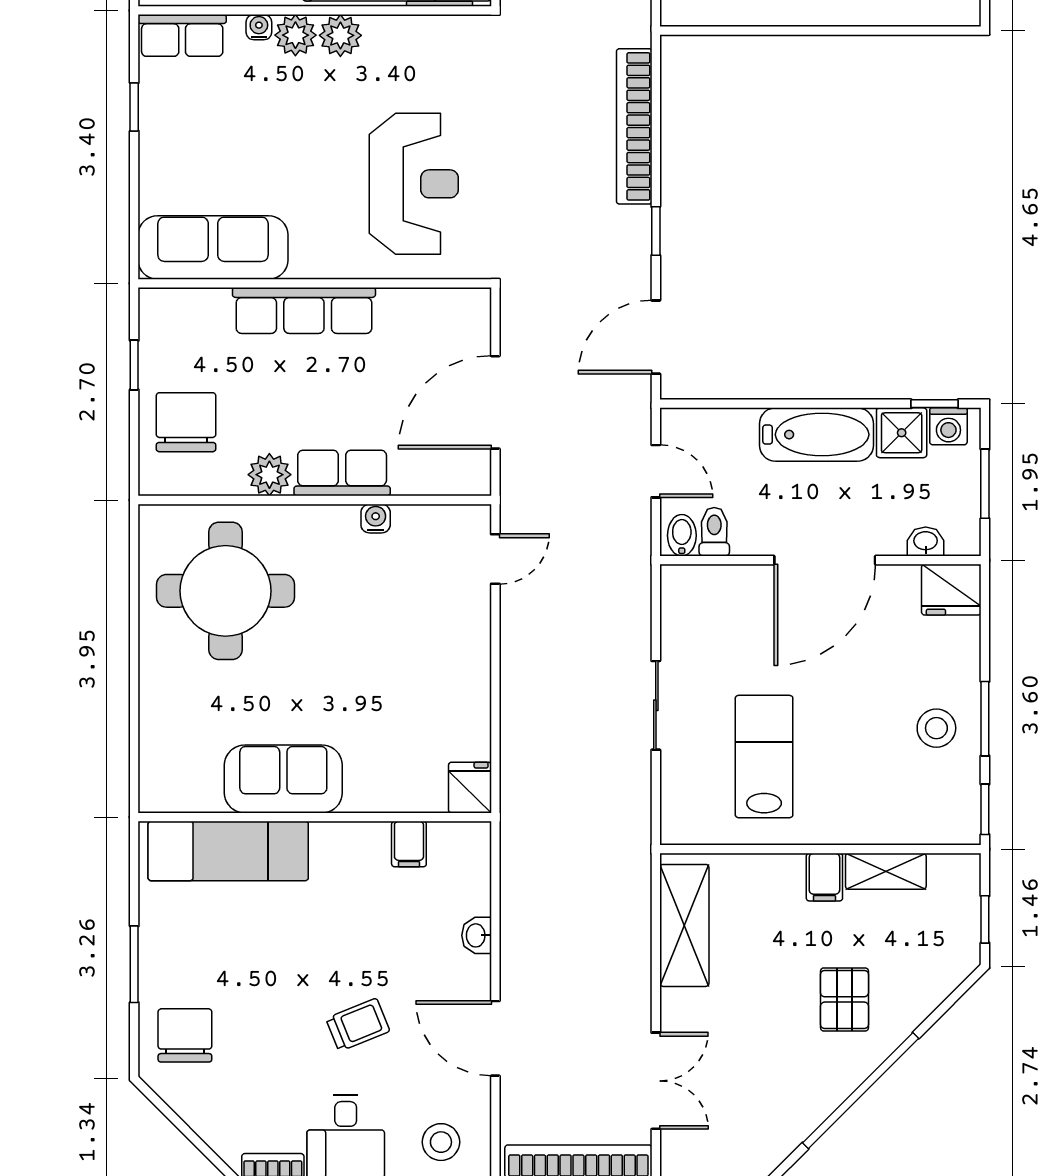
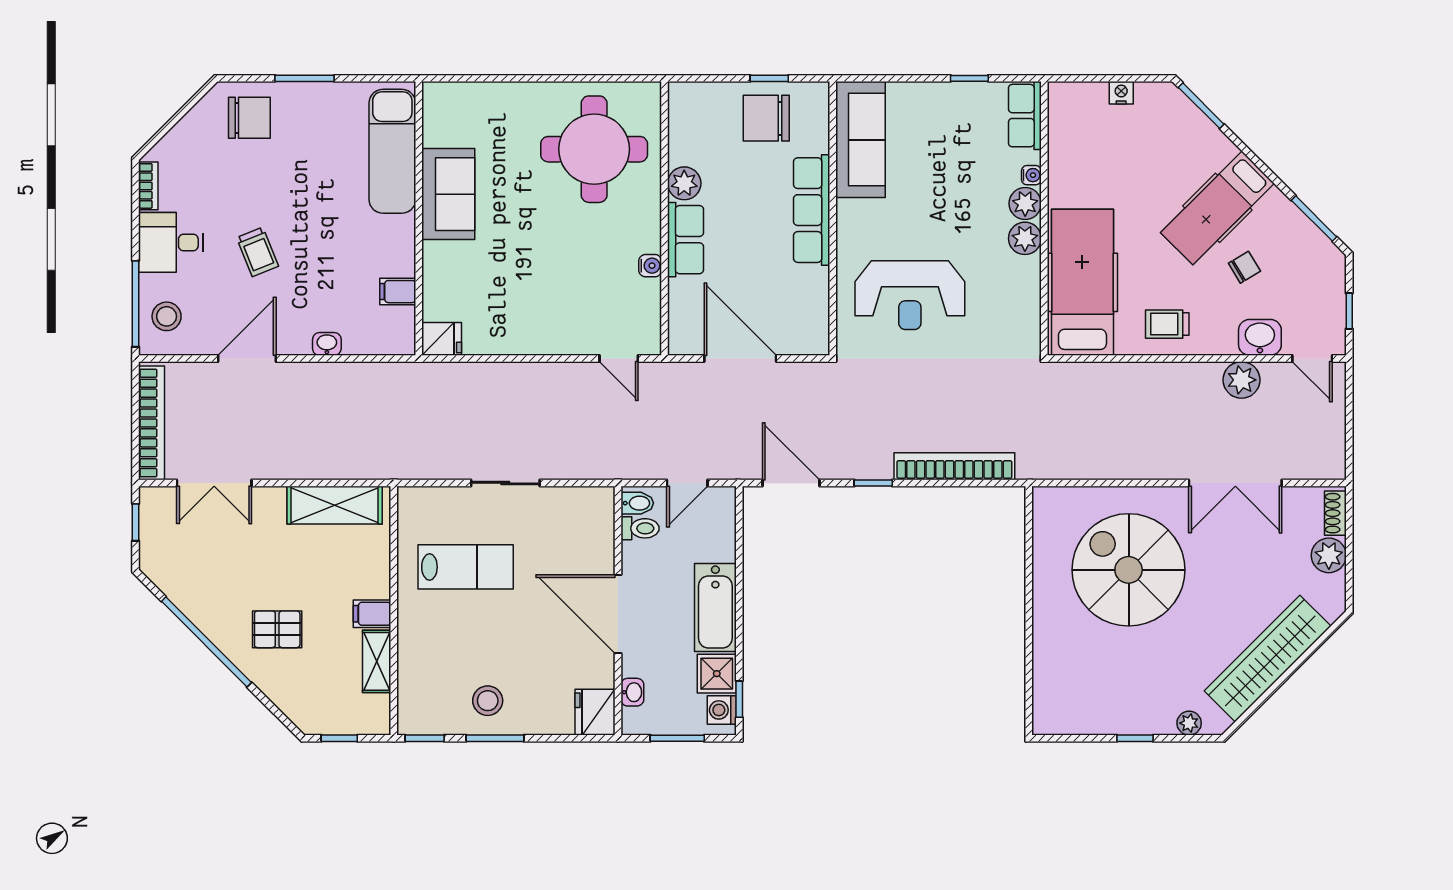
chair: (186, 422) -> (766, 118), moved, turned 180

